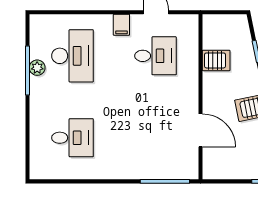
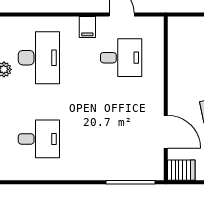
server rack: (216, 60) -> (181, 170), moved

